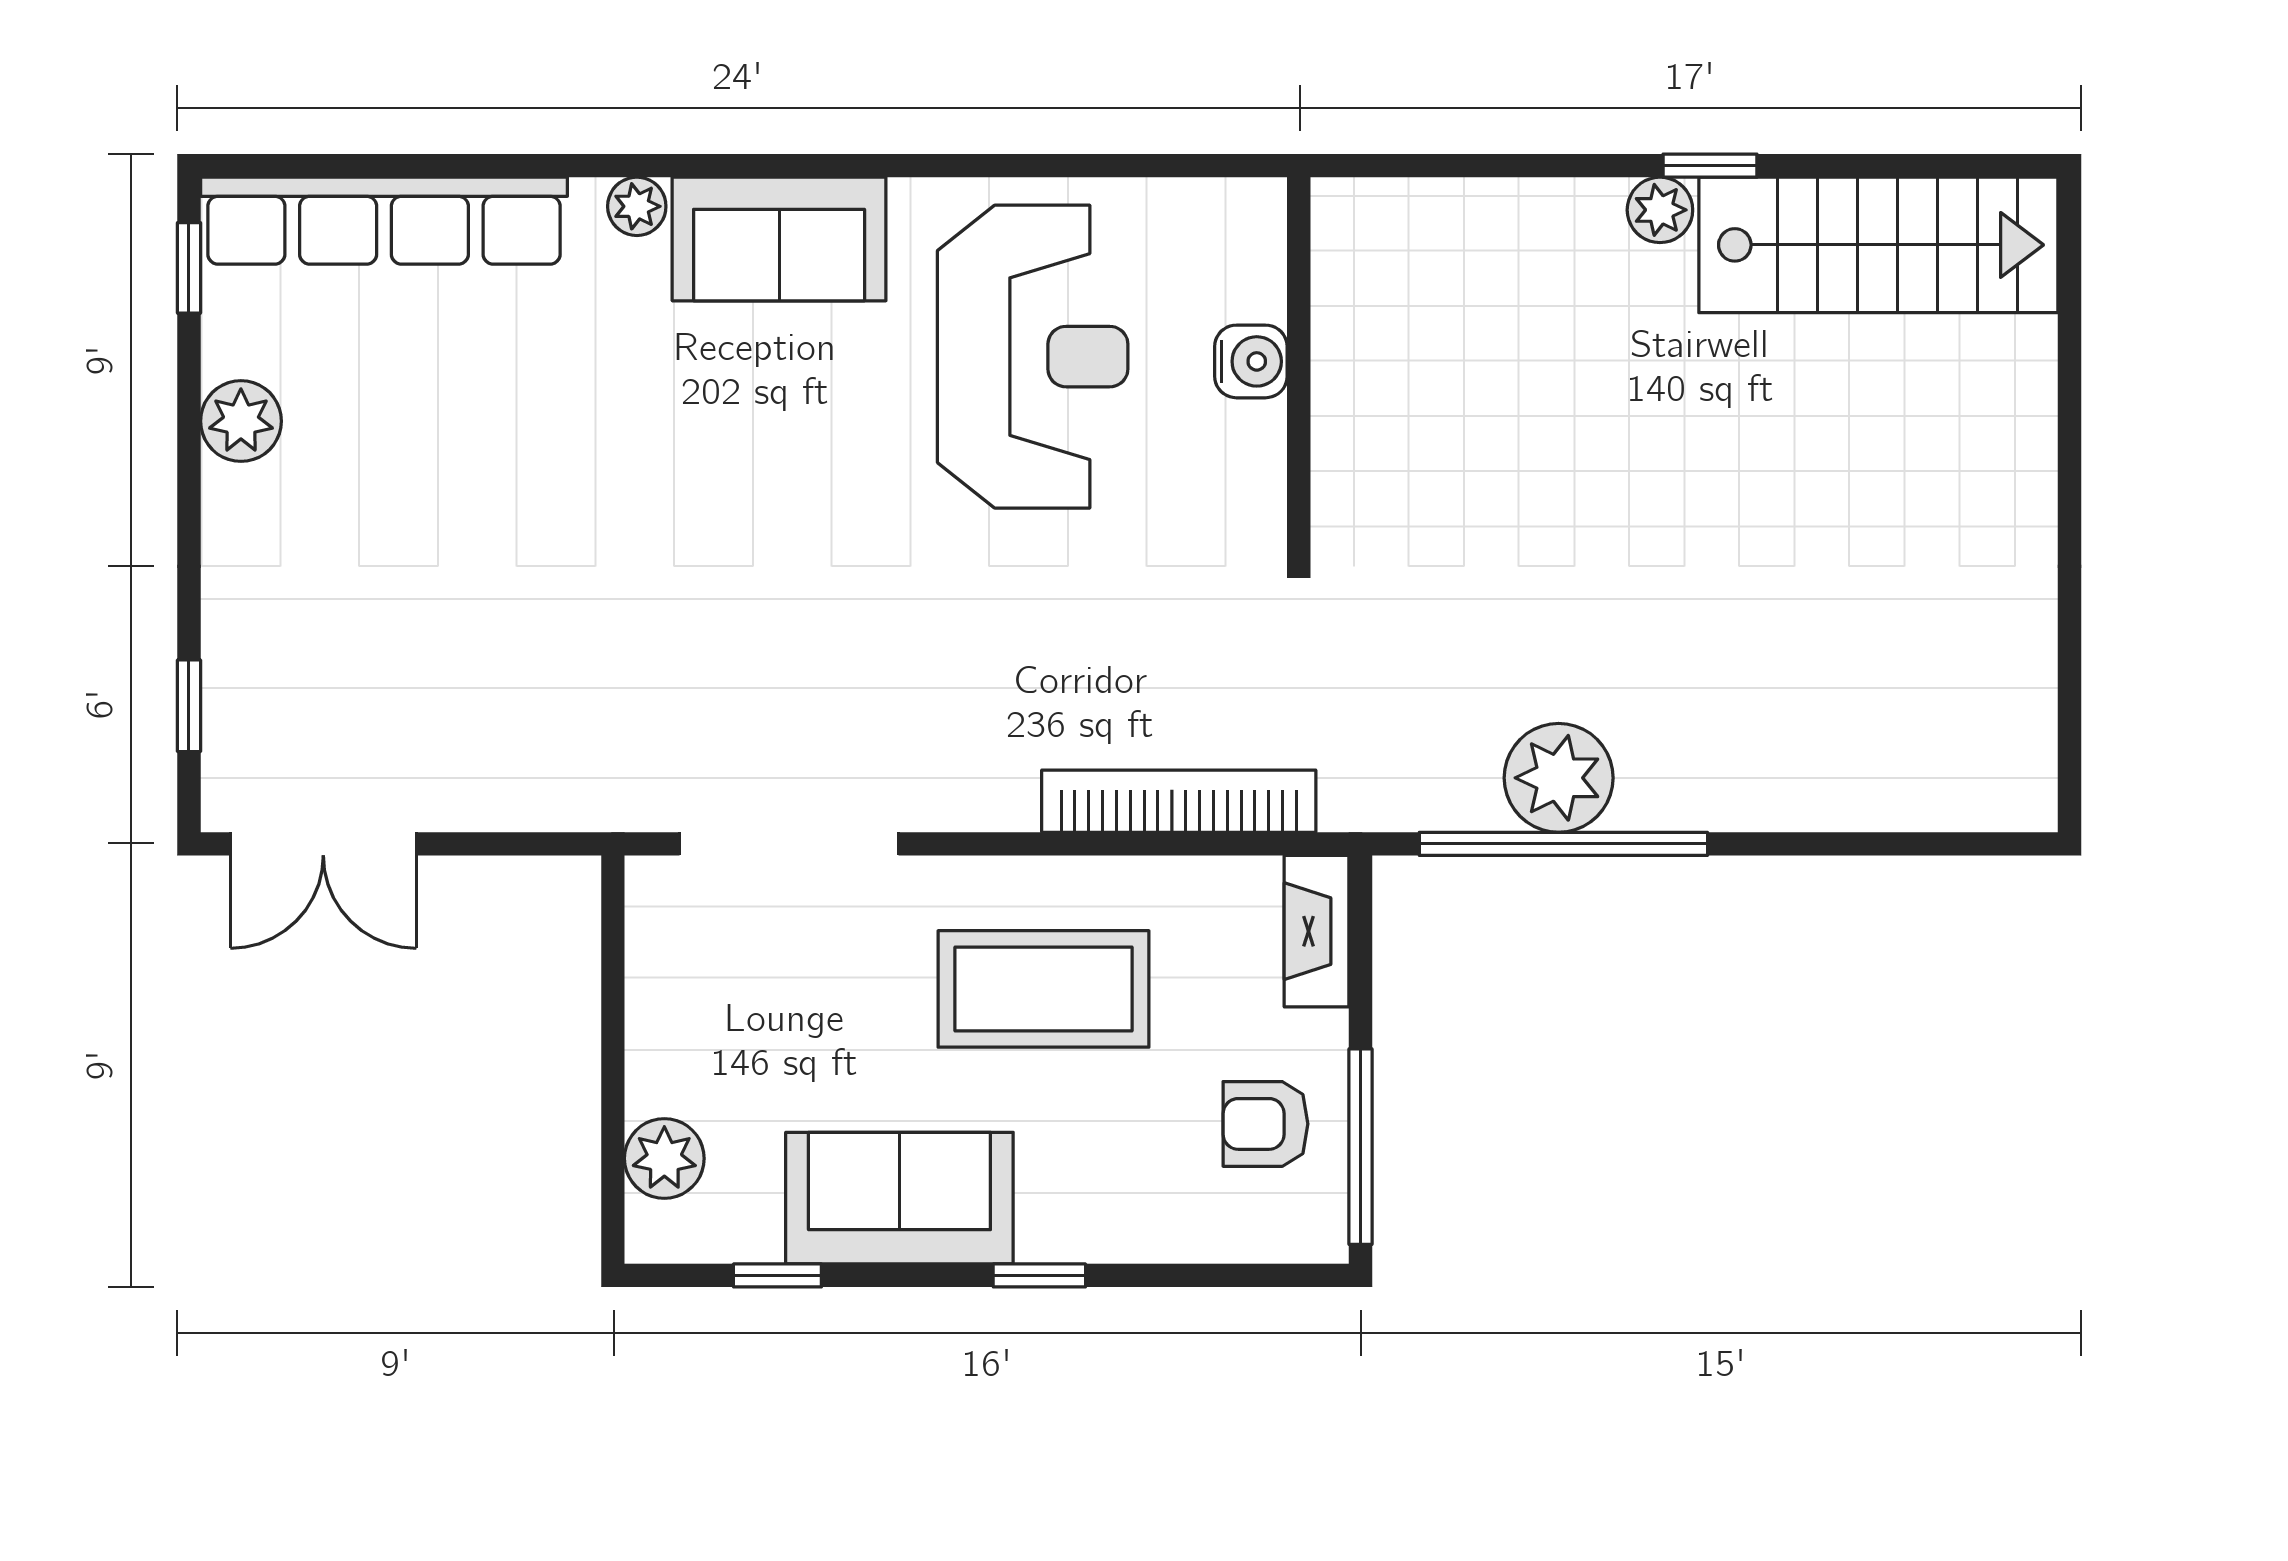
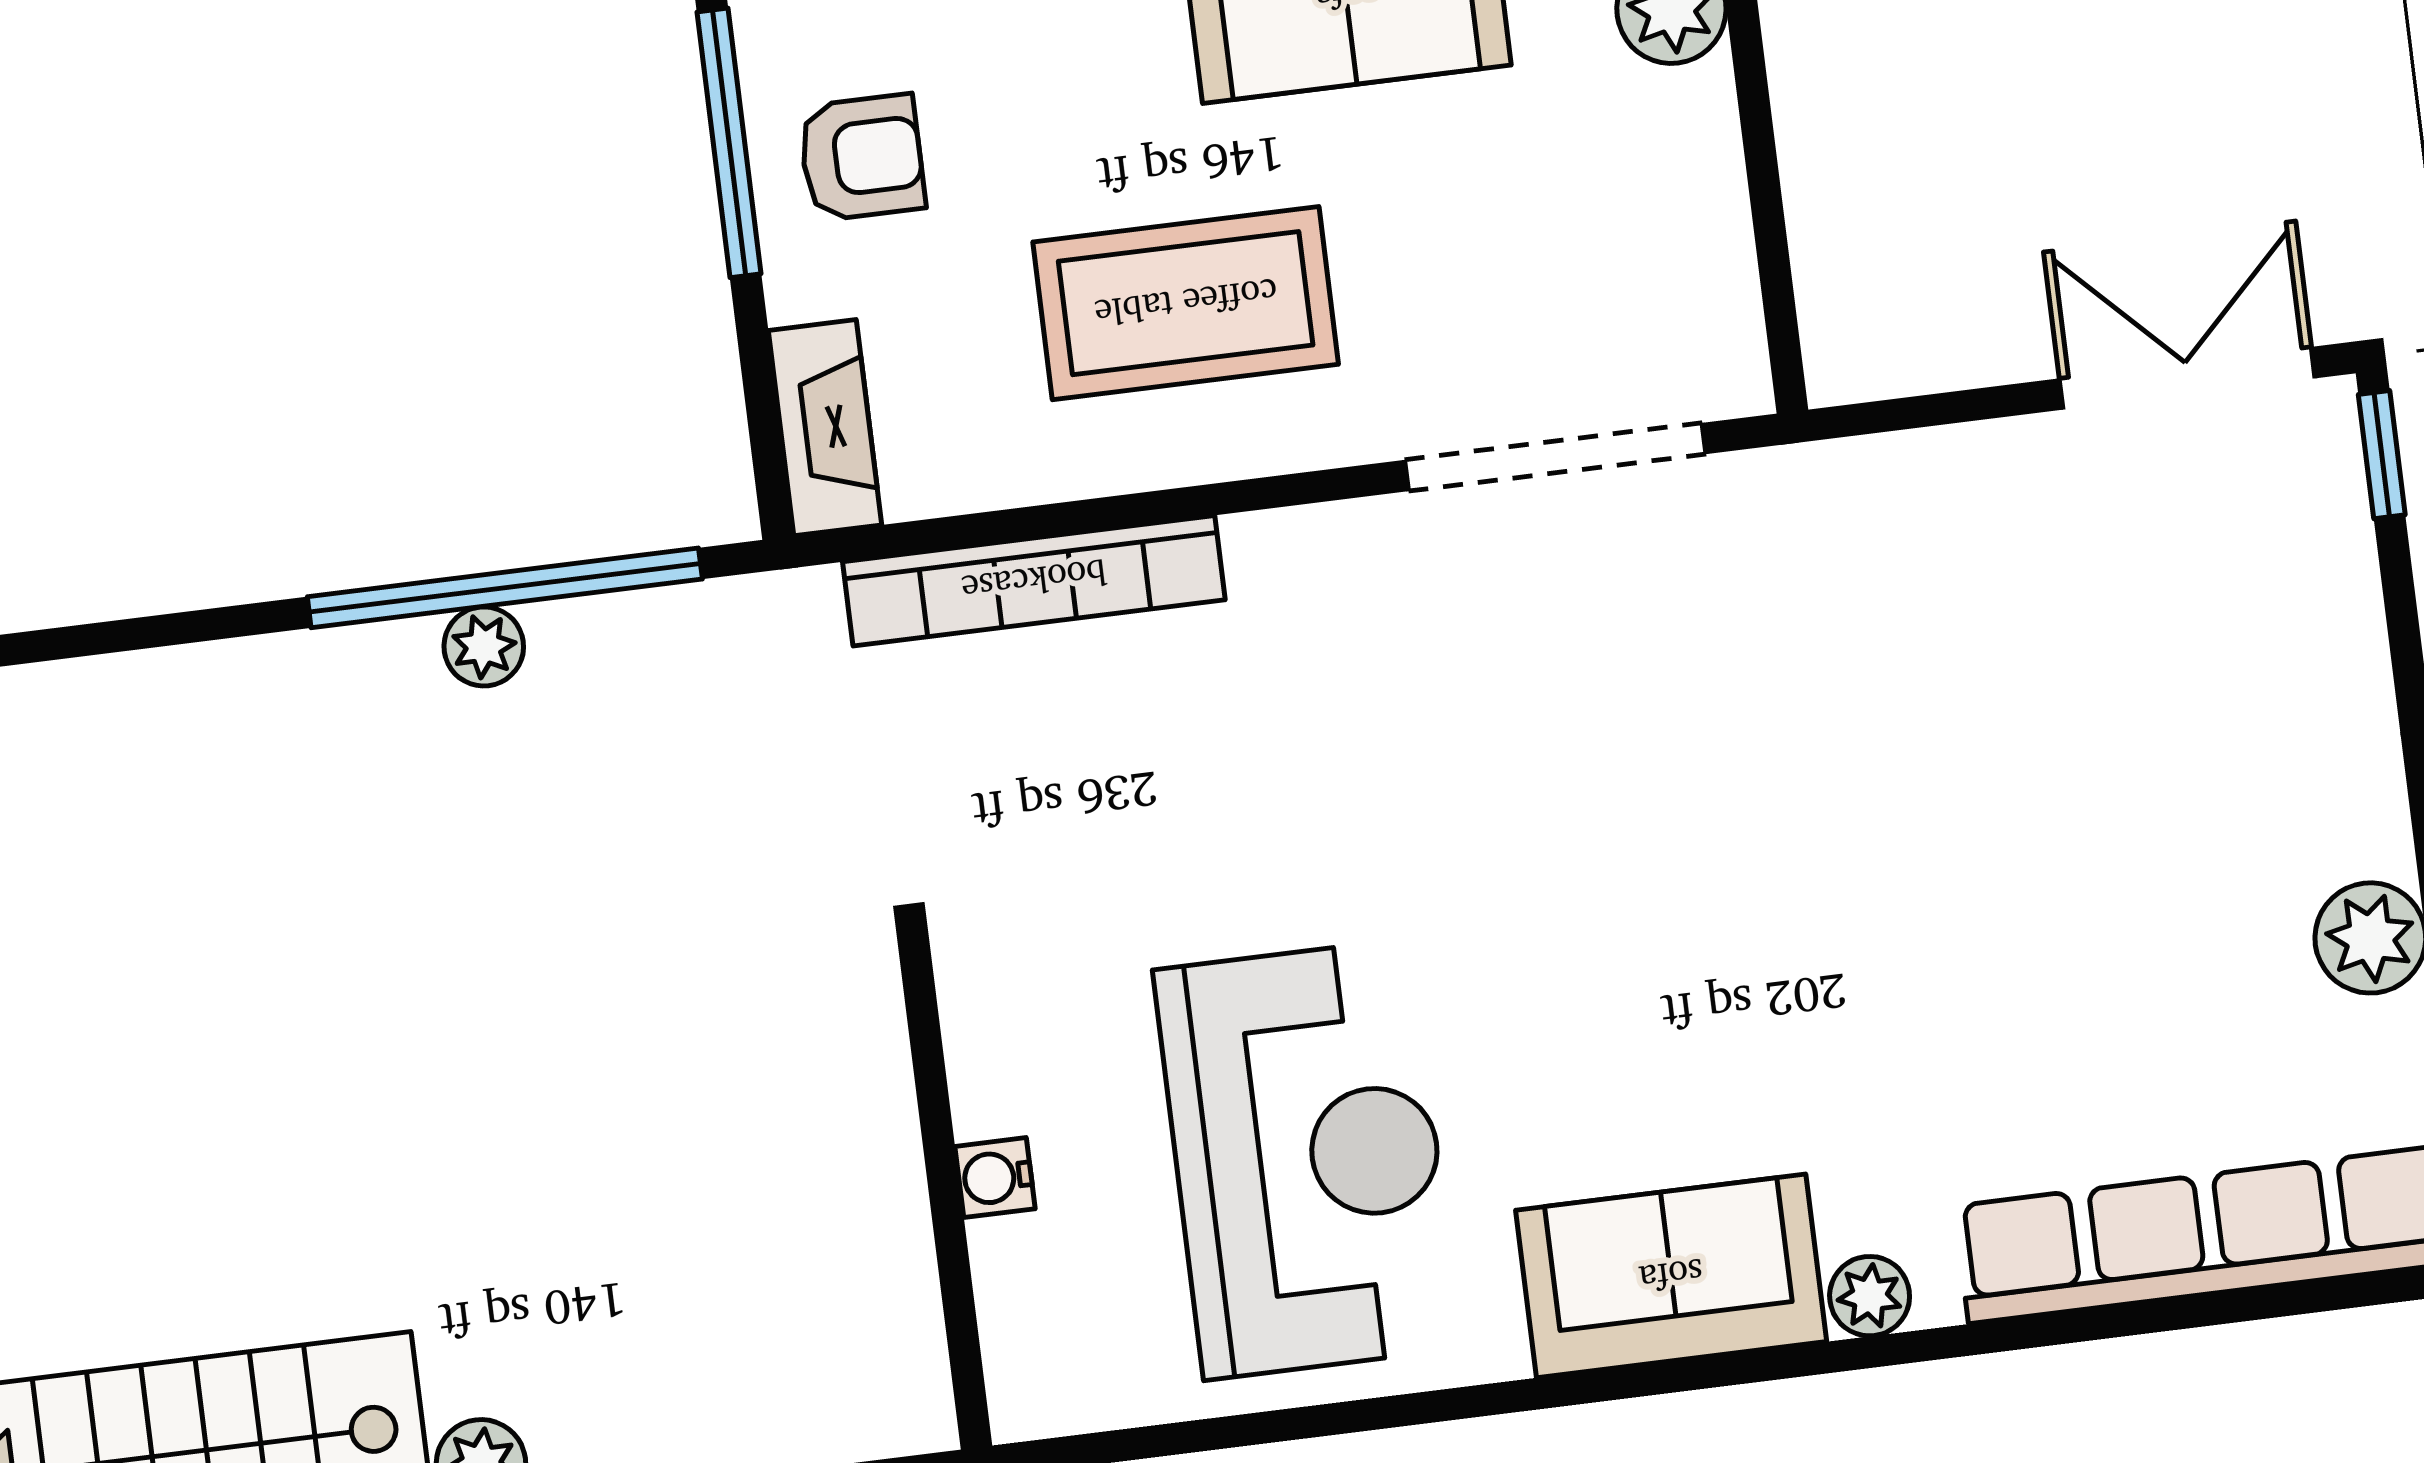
reception desk: (1033, 357) -> (1307, 1159), turned 180
water cooler: (1251, 361) -> (995, 1178), width x0.72, depth x0.72
window: (189, 706) -> (2382, 455), moved
plant: (1559, 778) -> (484, 646), width x0.53, depth x0.53

